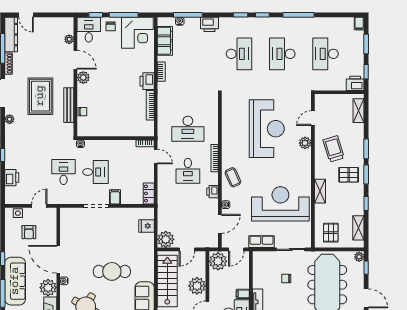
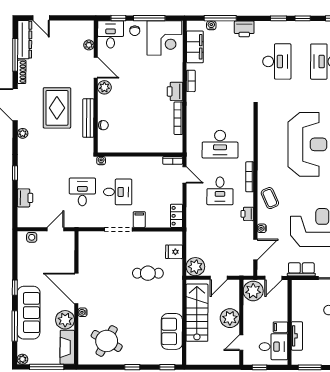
armchair: (29, 232) -> (44, 258), removed
cafe table: (112, 271) -> (148, 273), moved, width x0.73, depth x0.74

